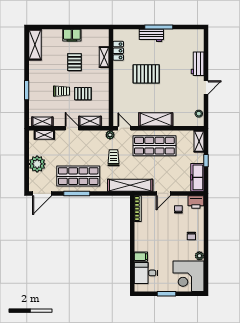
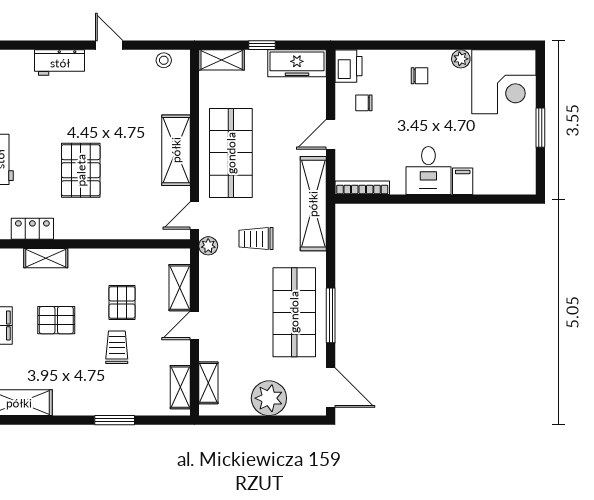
door: (163, 193) -> (331, 134), swing flipped
desk: (146, 273) -> (428, 171), moved

